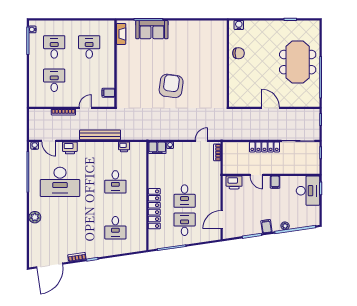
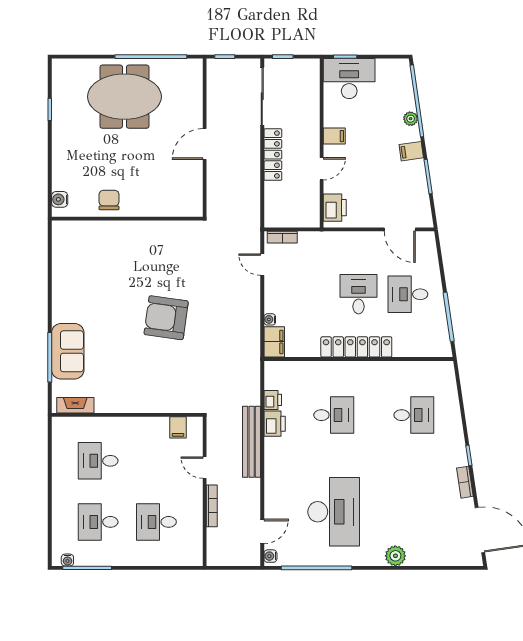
printer: (70, 148) -> (275, 424), moved
desk: (185, 196) -> (359, 294), turned -90
locker: (154, 209) -> (356, 347), moved

